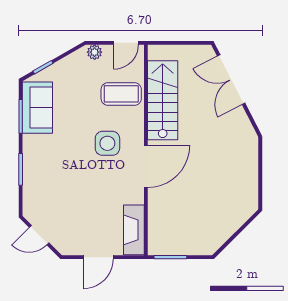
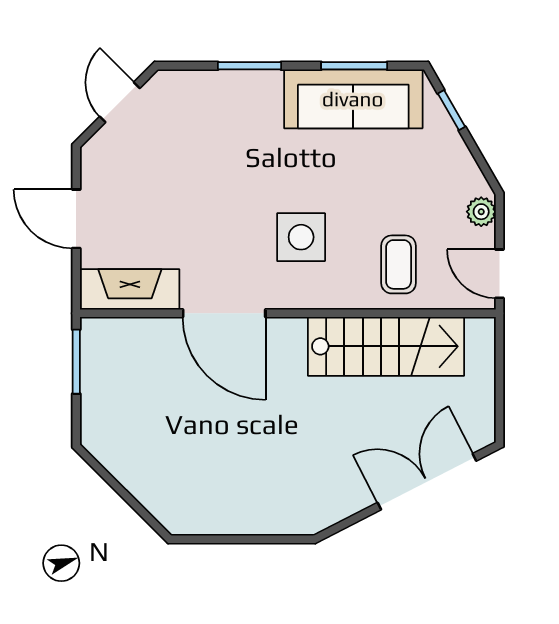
coffee table: (121, 94) -> (399, 264), width x0.73, depth x0.77
sofa: (37, 108) -> (353, 99), width x1.36
door: (146, 166) -> (224, 313), moved

